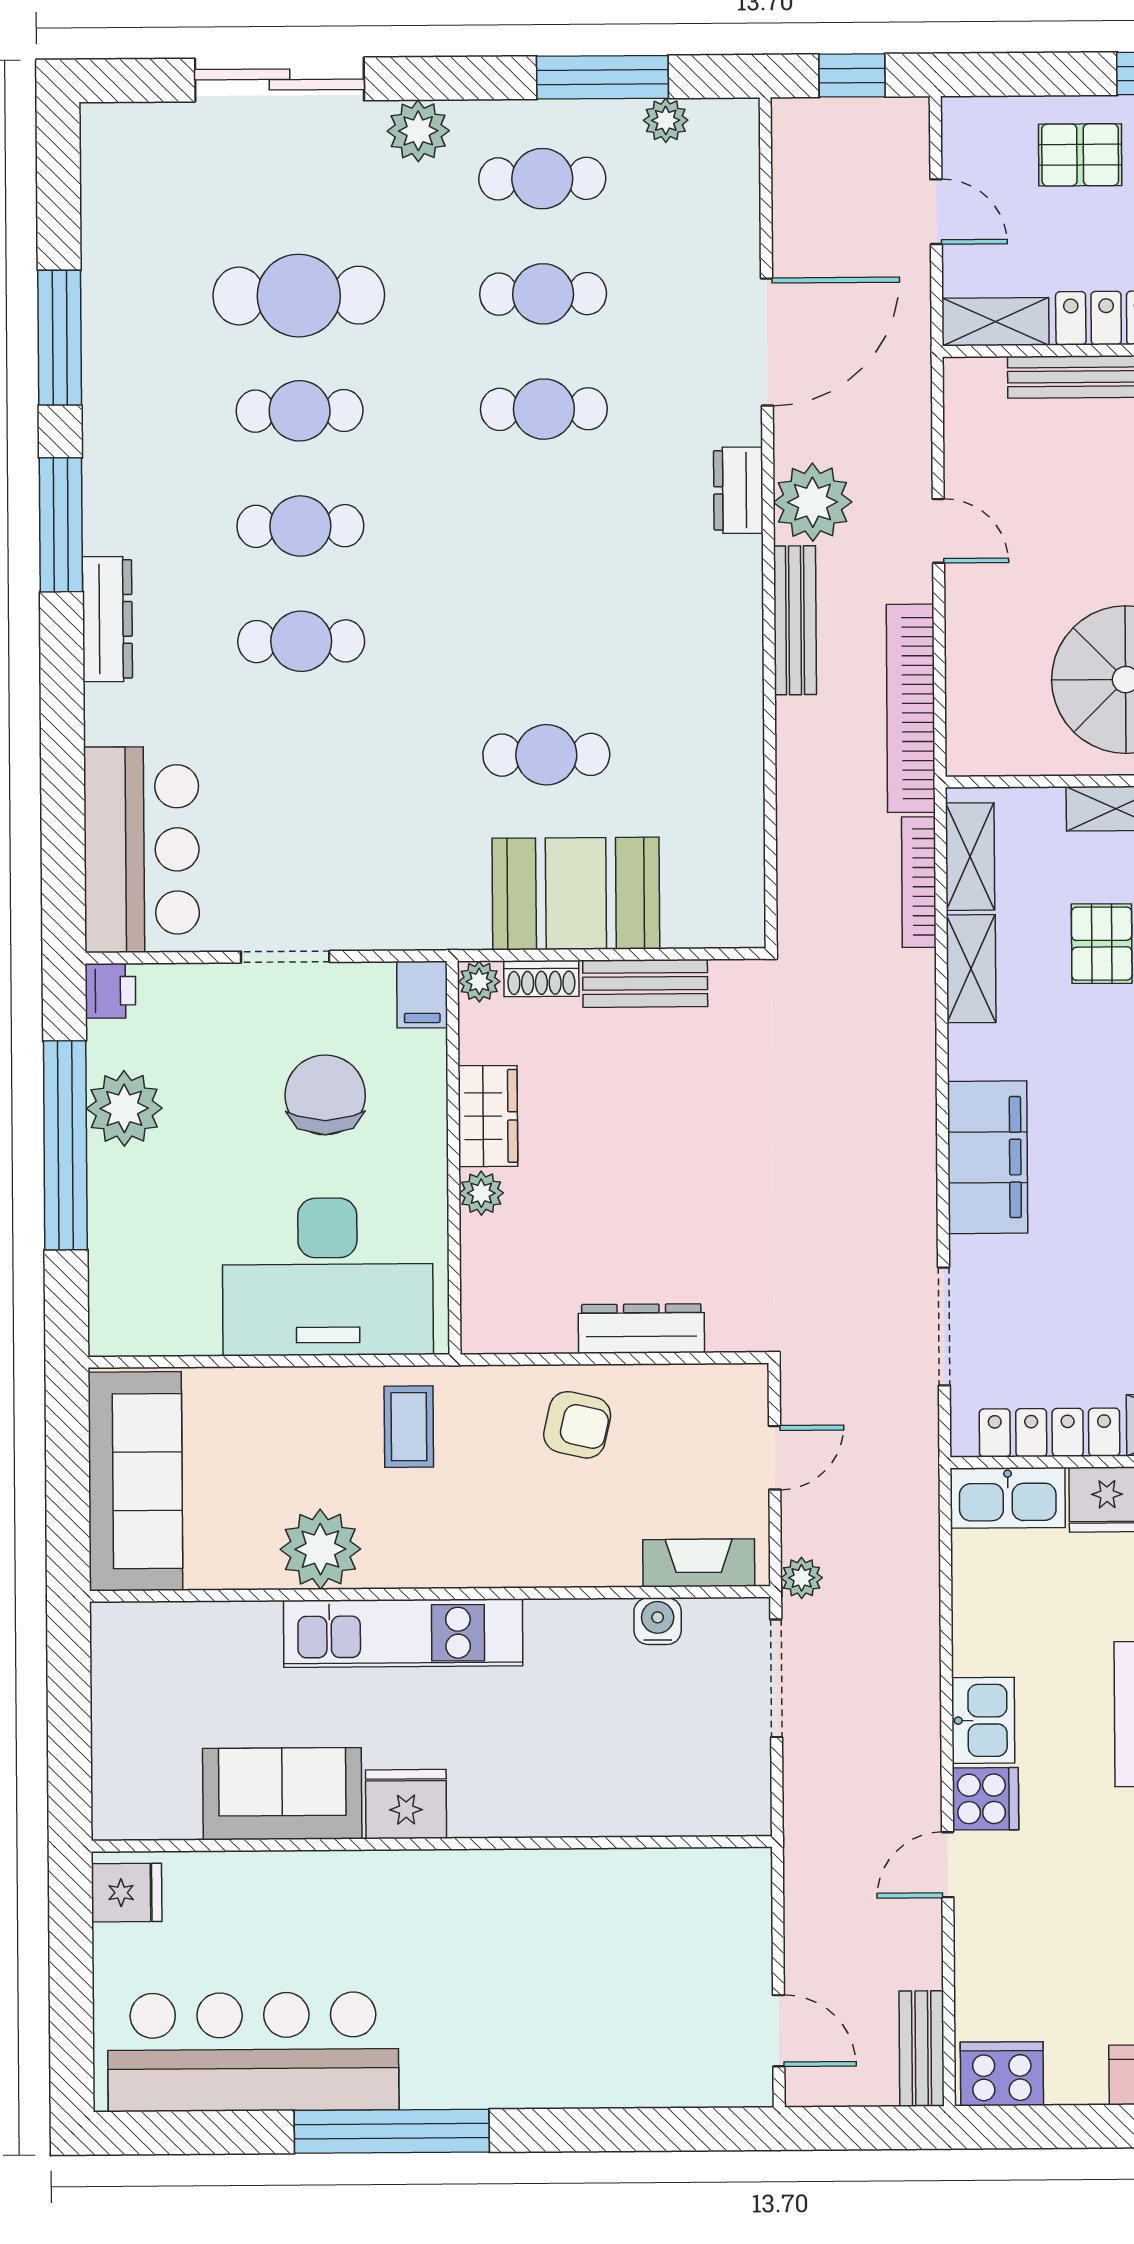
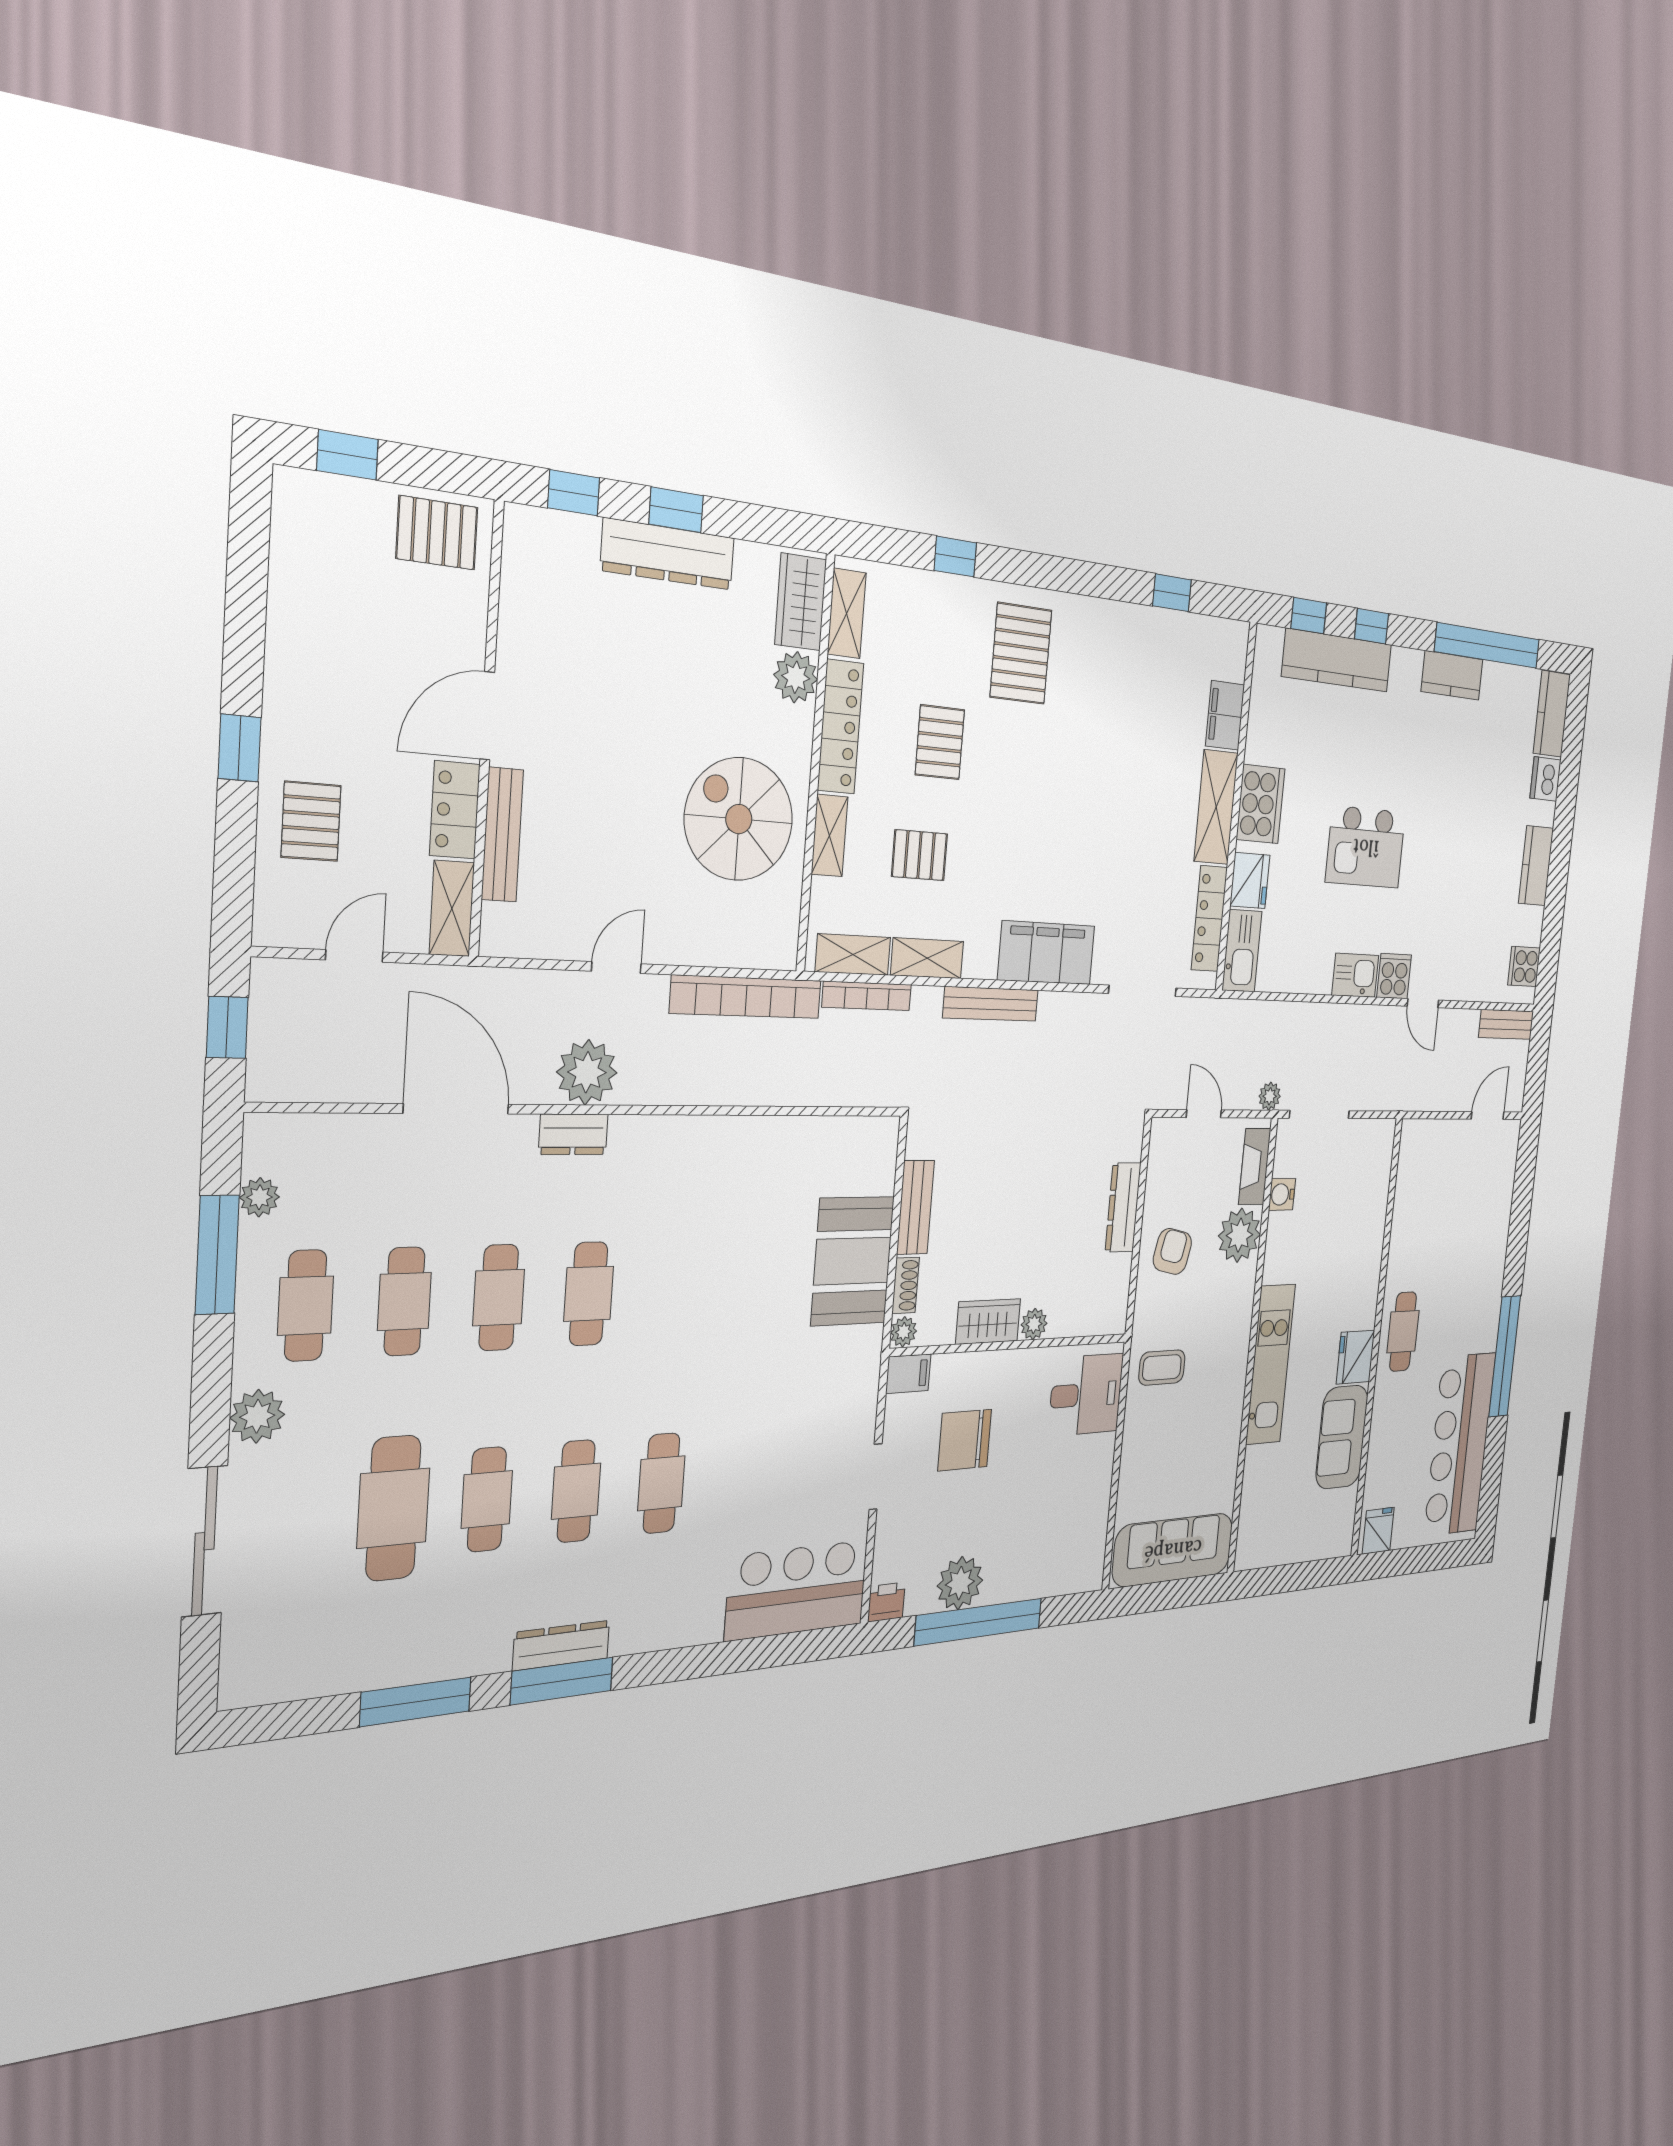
dresser: (107, 619) -> (561, 1645), moved
bench: (795, 620) -> (991, 1004), moved
cafe table: (546, 755) -> (589, 1294), moved
desk: (328, 1277) -> (1086, 1395), width x0.53, depth x0.77
plant: (320, 1549) -> (1239, 1235), moved
cafe table: (442, 1899) -> (1403, 1332), added
cooker: (1002, 2074) -> (1524, 966), width x0.73

